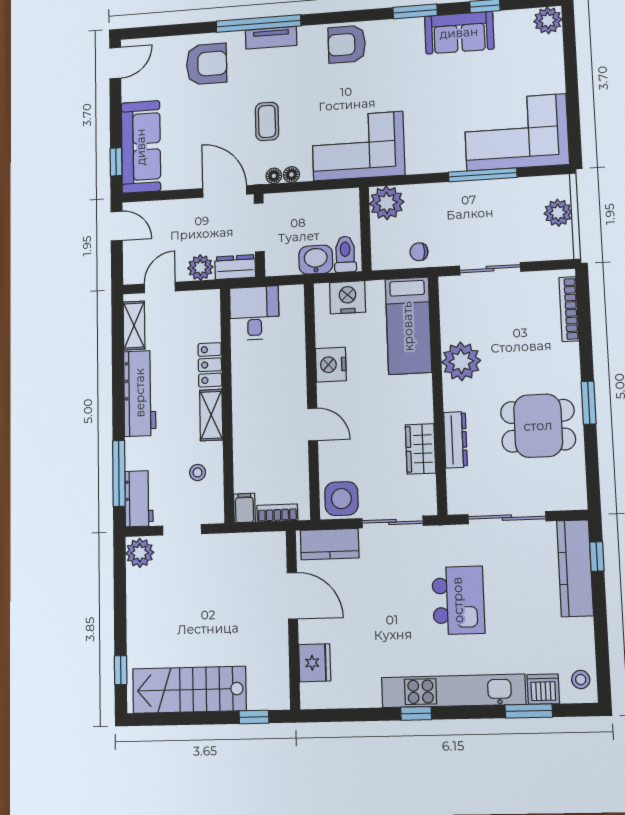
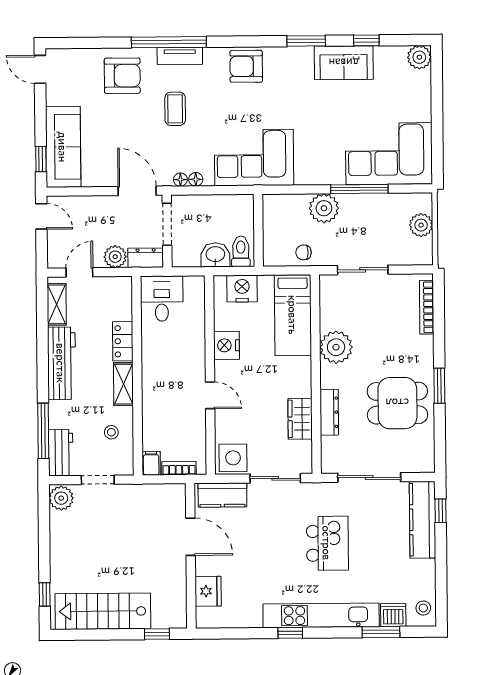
door: (115, 63) -> (40, 69), swing flipped
coffee table: (267, 121) -> (175, 109), moved
plant: (387, 203) -> (324, 208), moved

